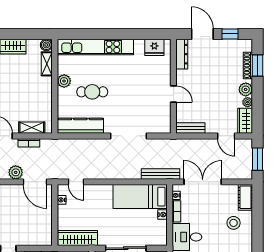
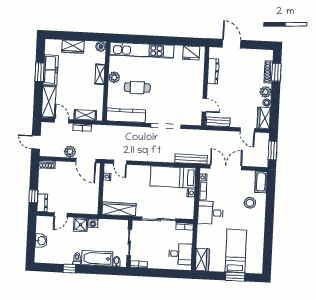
window: (230, 34) -> (255, 45), removed
dresser: (182, 54) -> (213, 71), moved
shelving: (47, 64) -> (100, 74), moved
door: (173, 94) -> (204, 105), moved

